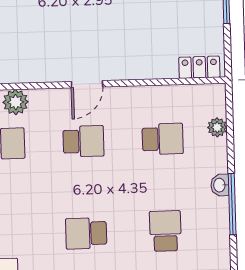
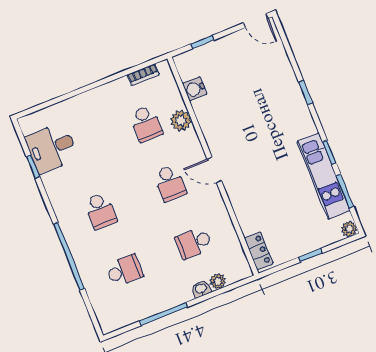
school desk: (163, 139) -> (194, 243), turned 90
washbasin: (220, 185) -> (201, 289), moved
school desk: (86, 233) -> (100, 211), turned 180

